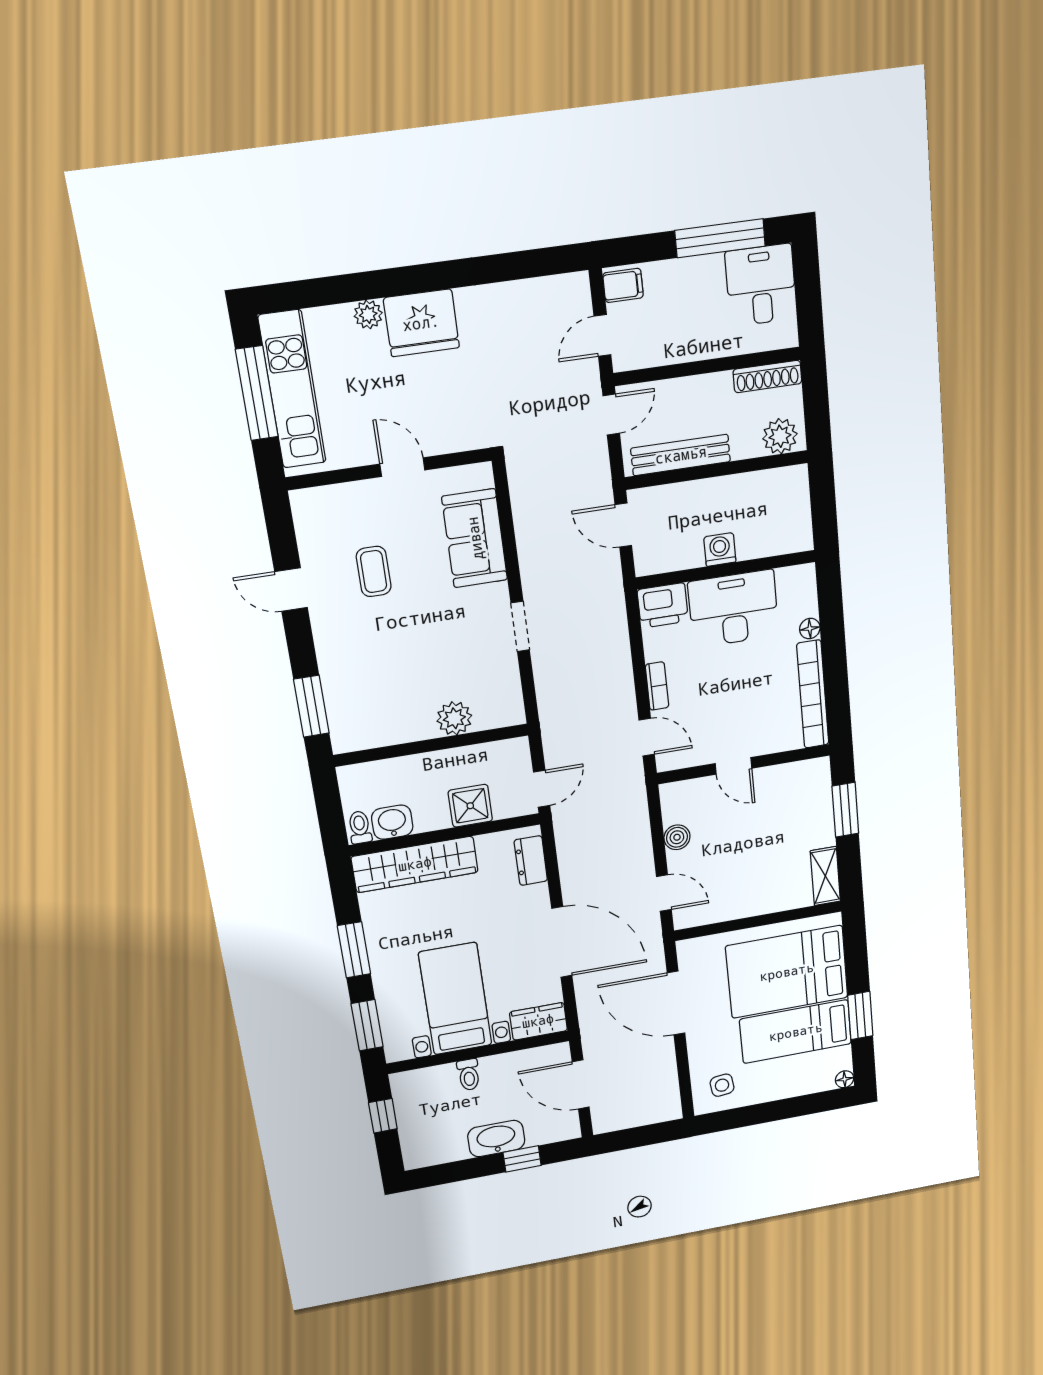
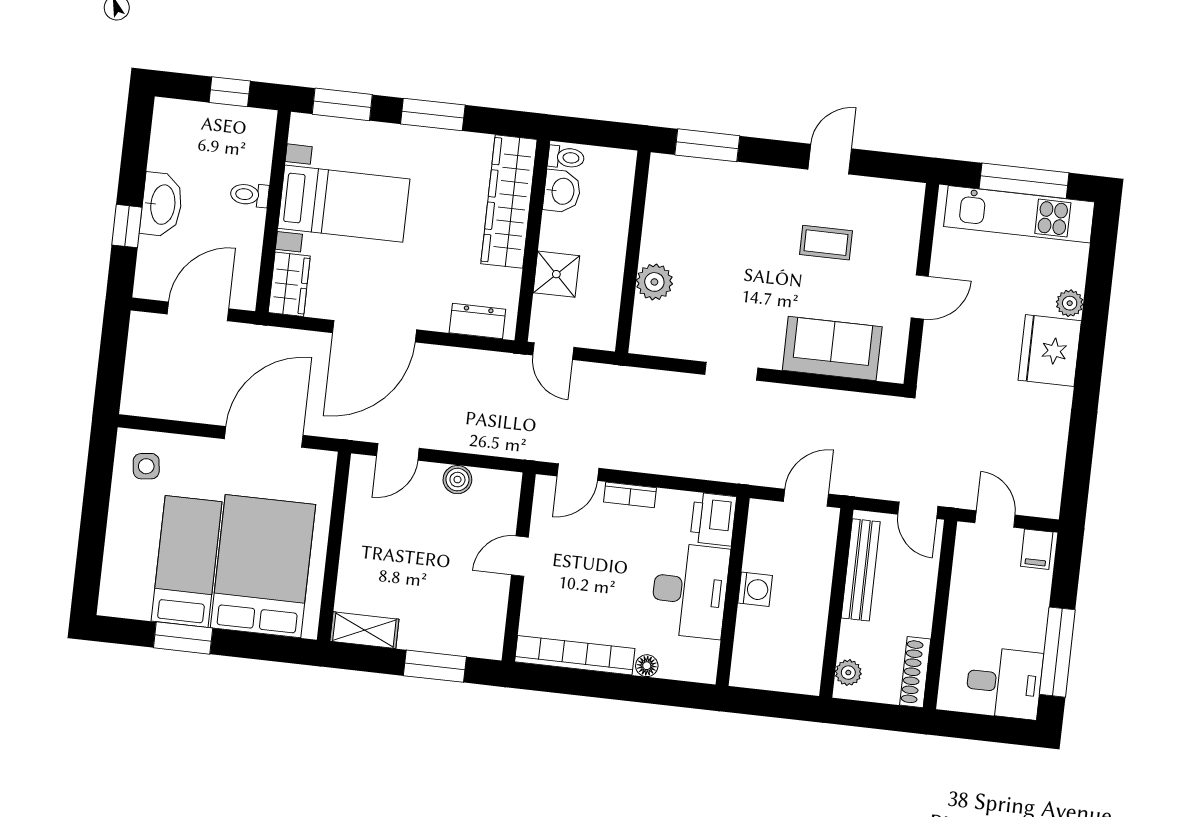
plant: (780, 436) -> (848, 673), width x0.73, depth x0.73
floor lamp: (845, 1079) -> (108, 605), removed

